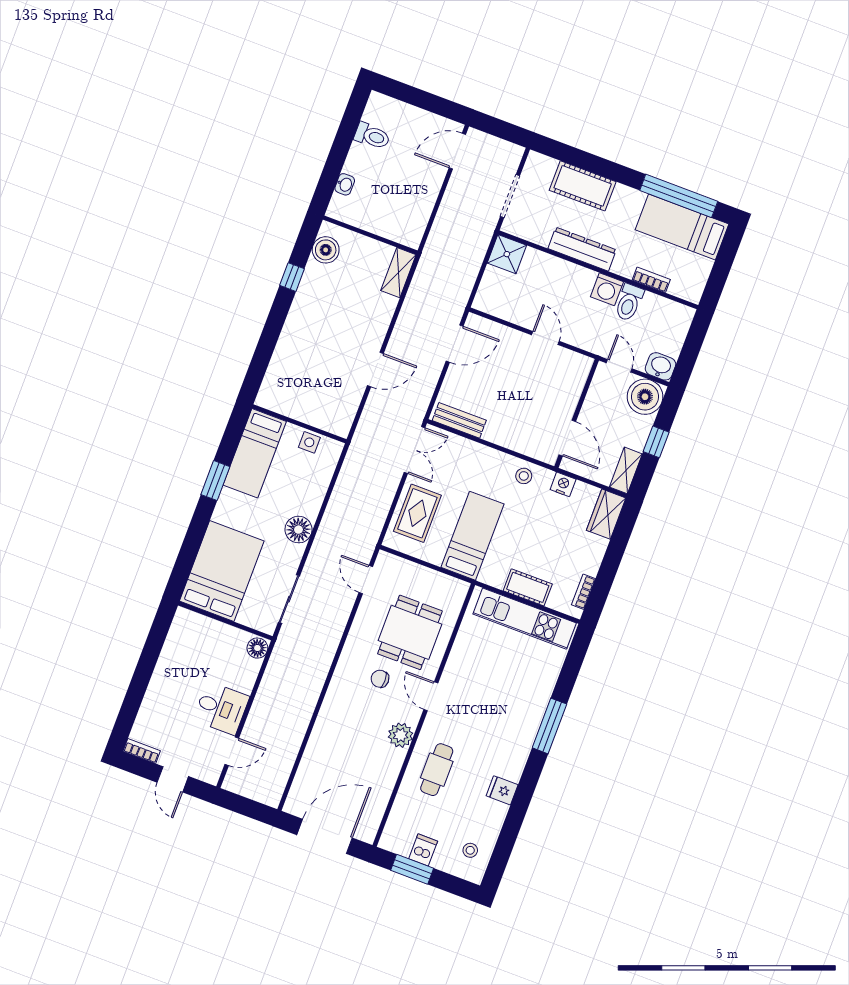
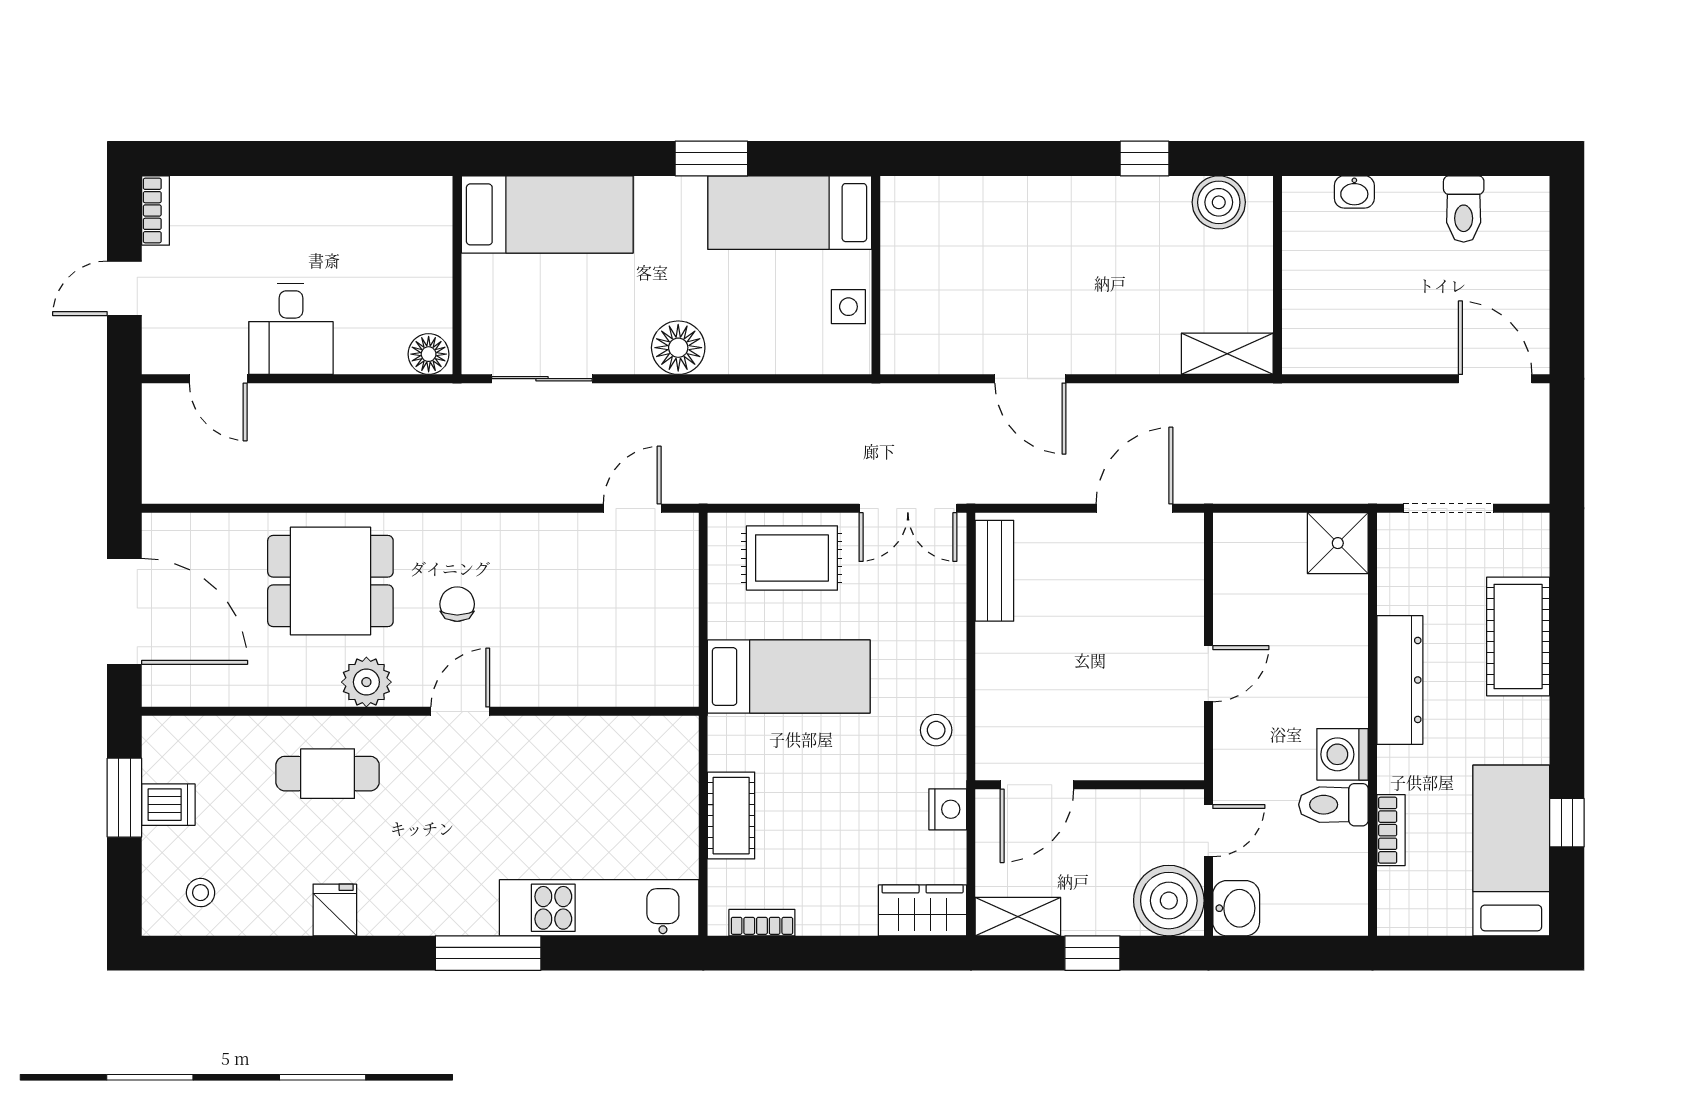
window: (679, 196) -> (1567, 823), width x0.32
door: (455, 344) -> (1134, 508), swing flipped
bed: (222, 571) -> (547, 214), width x0.67
kitchen unit: (525, 619) -> (599, 908), moved, turned 90
dining table: (410, 632) -> (330, 581), moved

